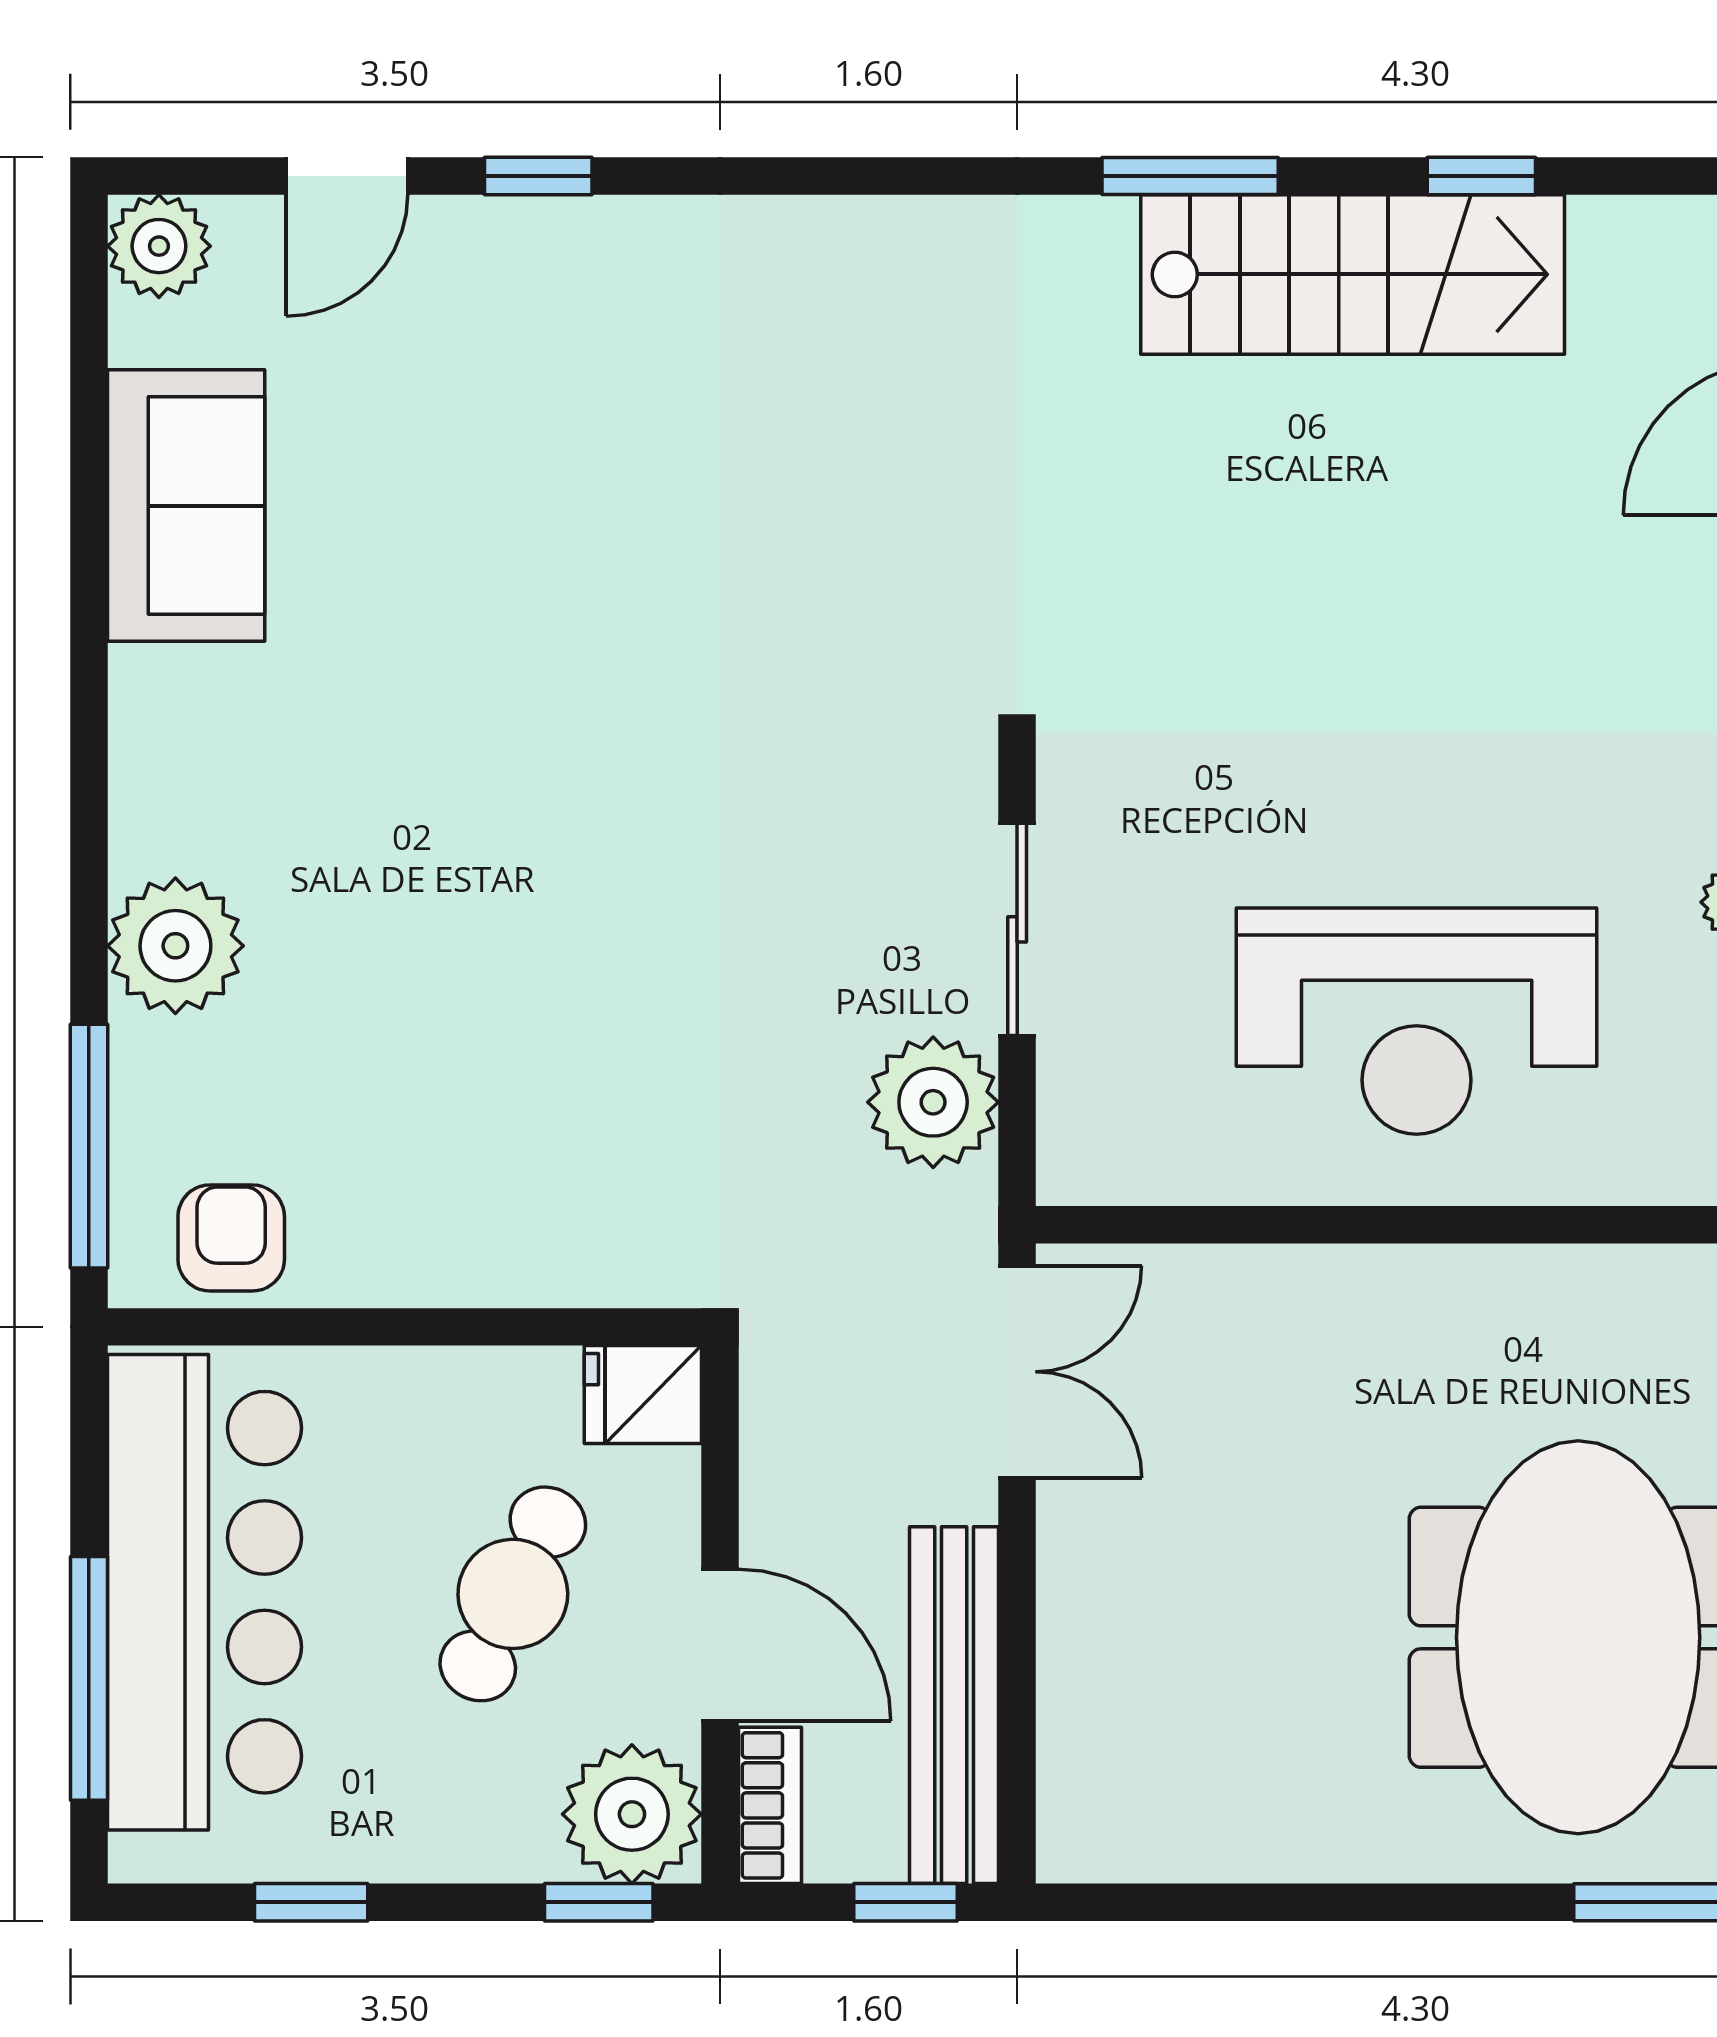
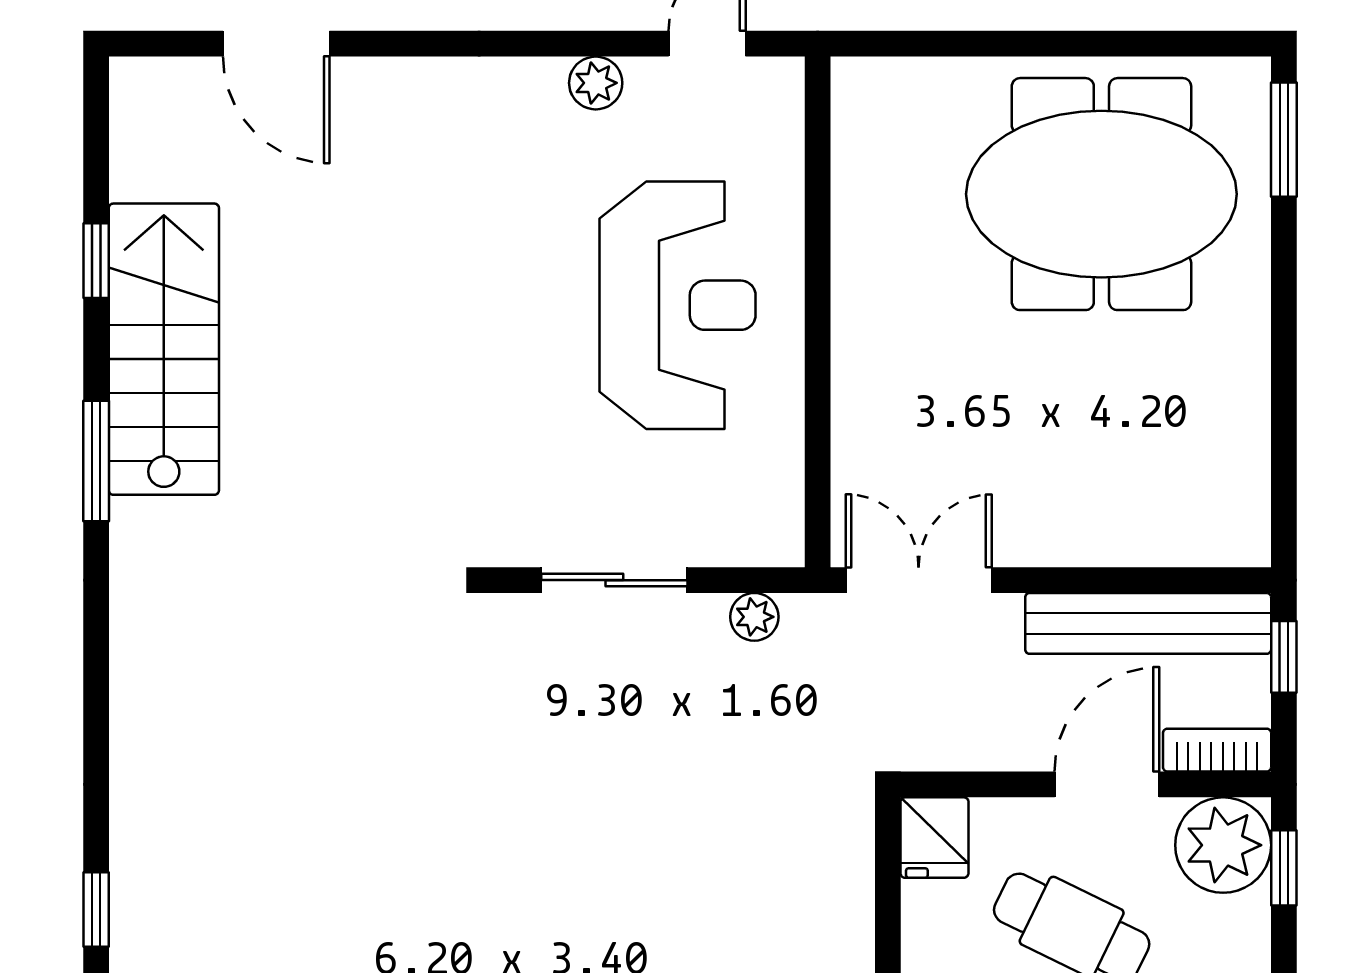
plant: (933, 1102) -> (754, 617), width x0.53, depth x0.53

